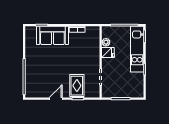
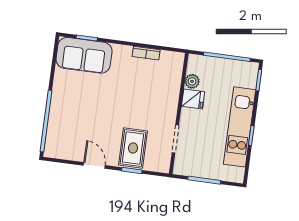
sofa: (52, 35) -> (84, 55), moved
kitchen unit: (137, 49) -> (240, 127), moved
door: (56, 99) -> (94, 165), hinge flipped

